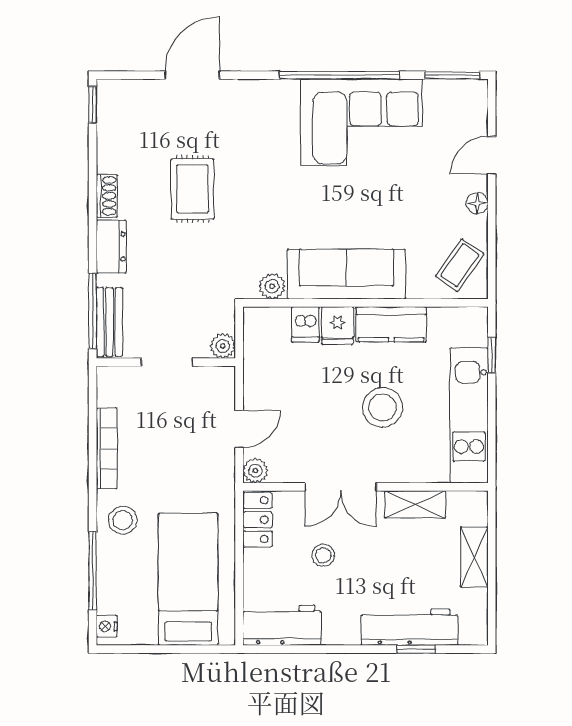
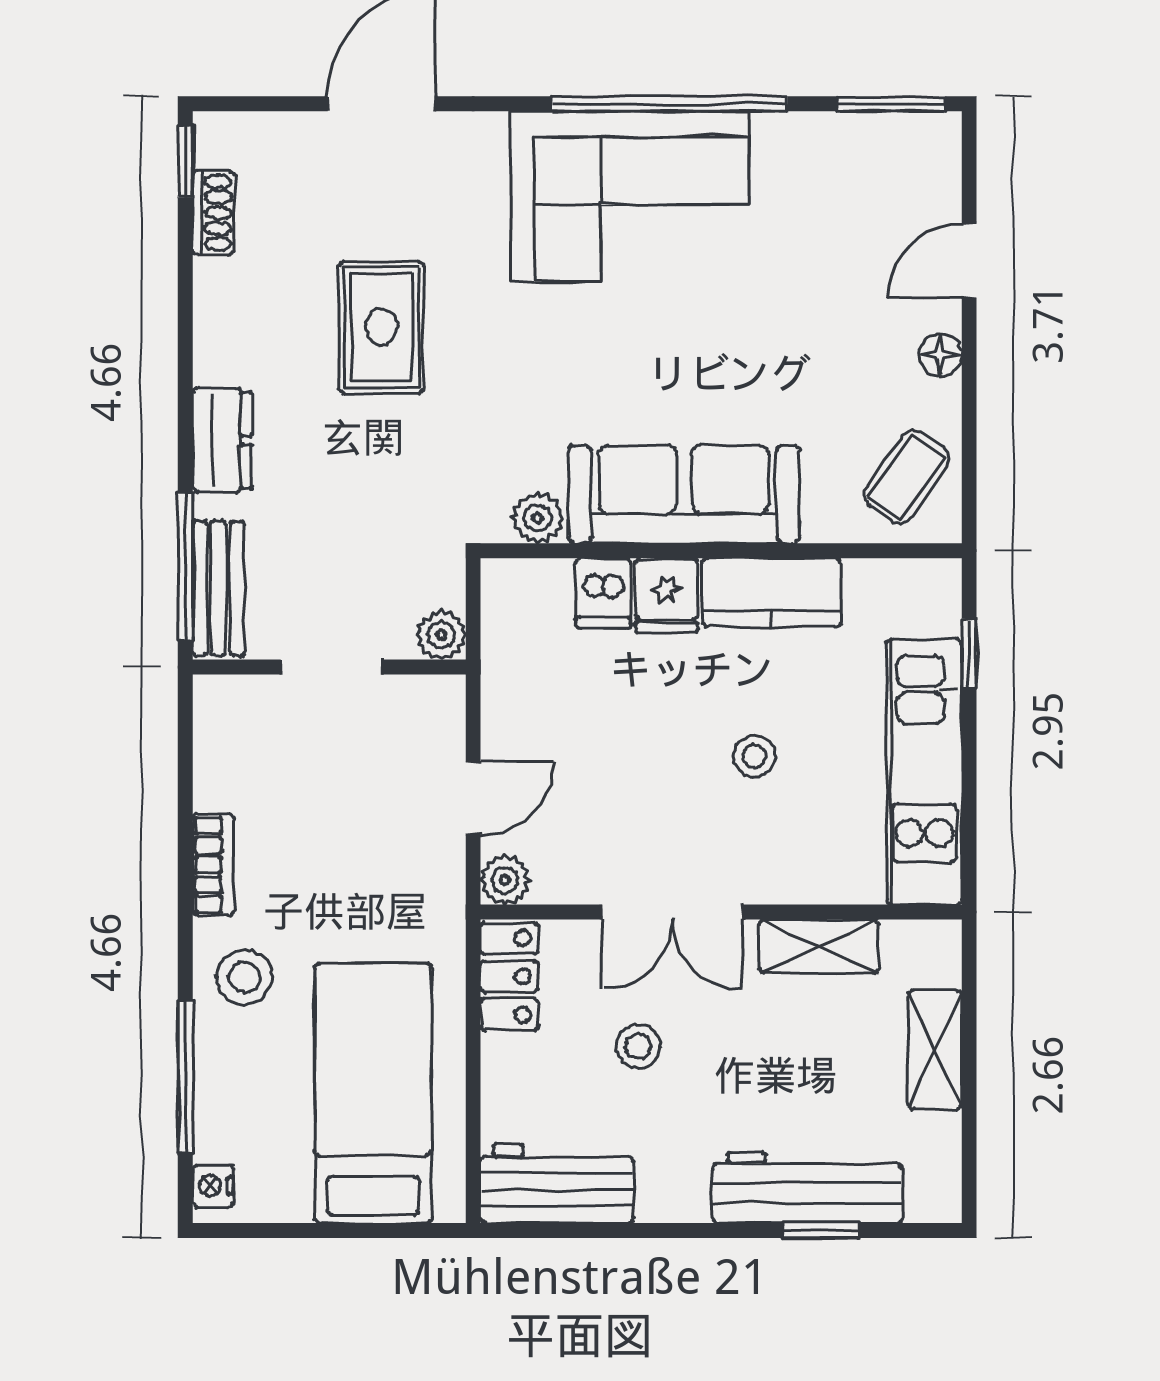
corner sofa: (361, 122) -> (630, 196), moved
shoe rack: (107, 196) -> (213, 213), moved
stool: (382, 407) -> (755, 756), width x0.53, depth x0.53
bookcase: (107, 448) -> (213, 865), width x0.64

